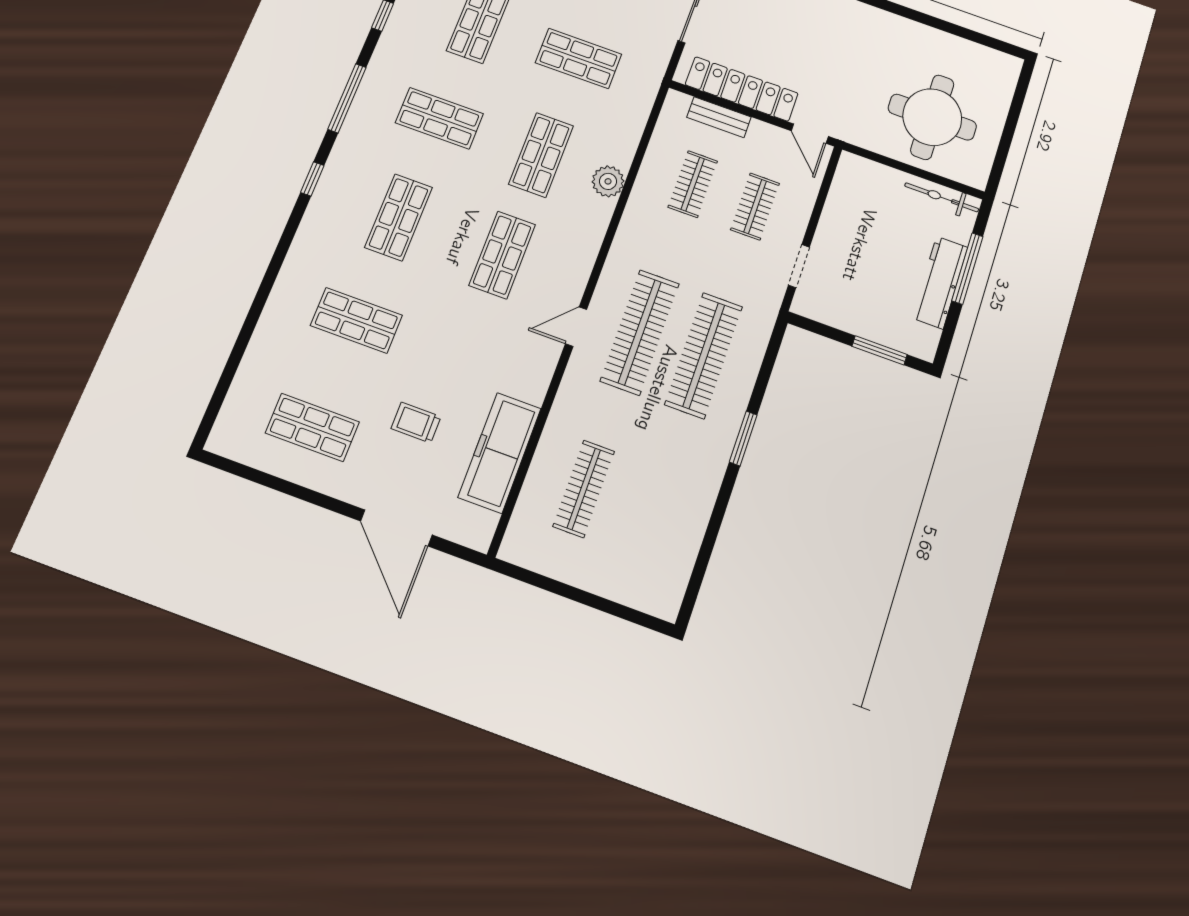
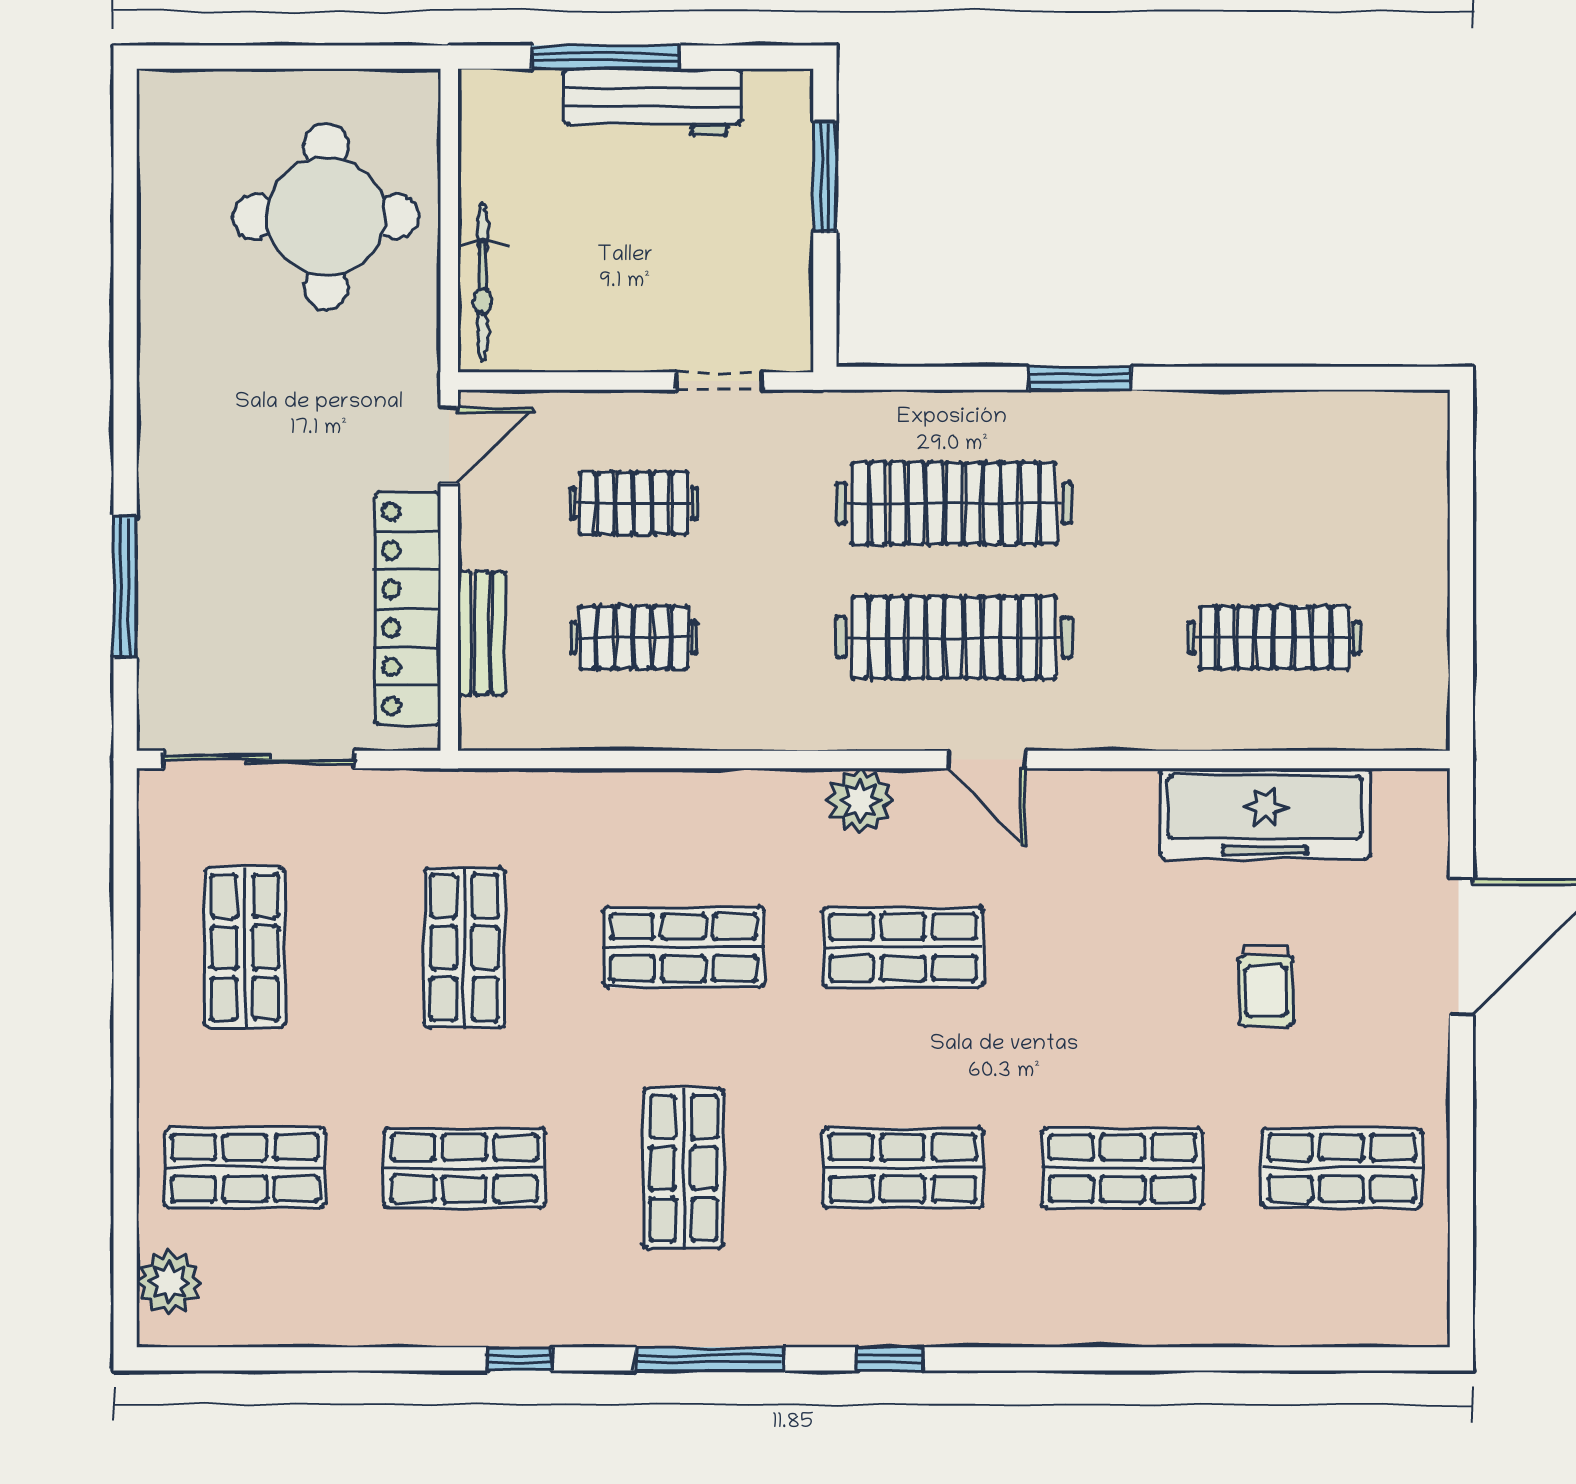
plant: (608, 181) -> (860, 801), moved
bicycle: (942, 197) -> (483, 282), moved
shop shelf: (356, 320) -> (1122, 1168), turned 90
shop shelf: (312, 427) -> (1342, 1168), turned 90

